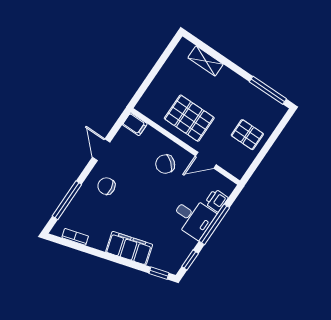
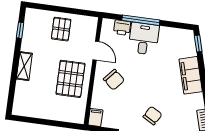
shelving: (206, 61) -> (24, 66), moved
window: (268, 90) -> (20, 30), width x0.46
chair: (106, 186) -> (153, 116), turned -142
window: (190, 260) -> (177, 25), removed

